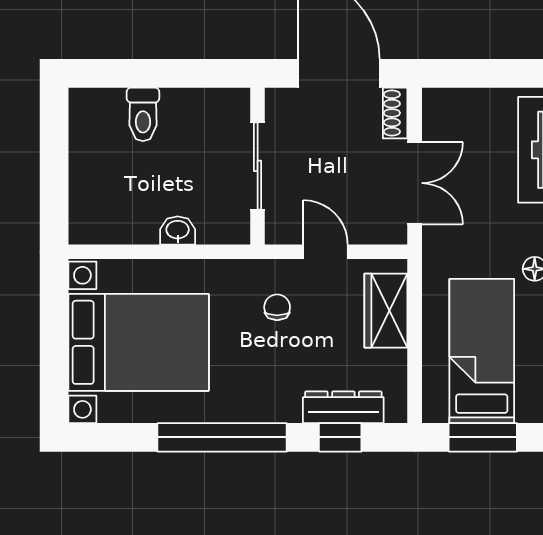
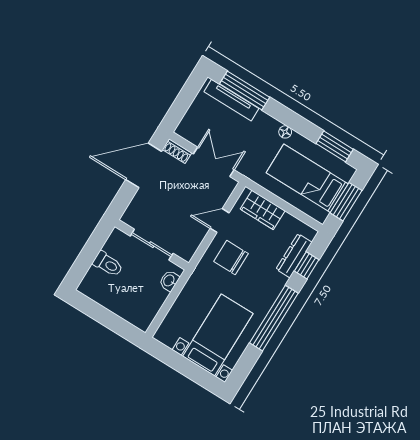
sliding door: (258, 166) -> (152, 245), moved
wall: (258, 166) -> (152, 245), moved
chair: (277, 307) -> (231, 258), width x1.87, depth x1.87
bed with nightstands: (139, 342) -> (218, 335), width x0.73

